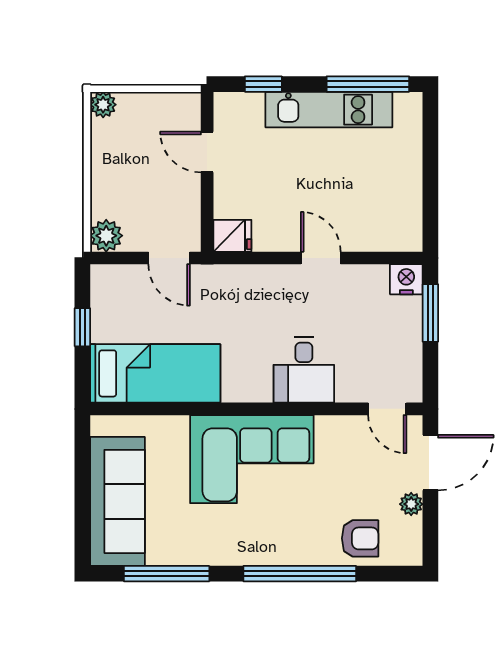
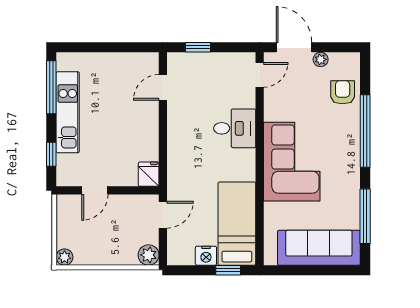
door: (321, 258) -> (163, 87), moved
nightstand: (406, 279) -> (206, 256), moved, turned -90
window: (430, 313) -> (198, 47), width x0.67
window: (82, 327) -> (228, 270), moved

